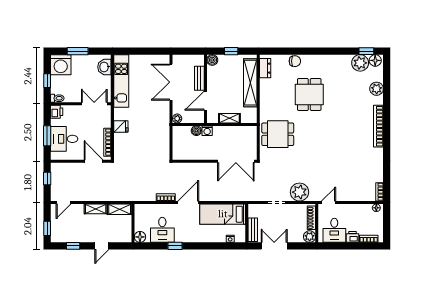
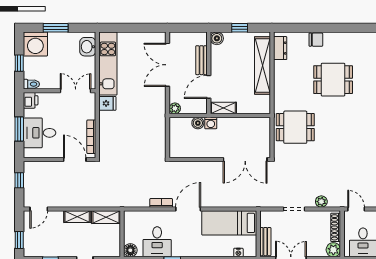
dining table: (309, 94) -> (333, 80), turned 90
shelving: (229, 118) -> (223, 108), moved
fridge: (121, 127) -> (107, 103), moved
plant: (299, 192) -> (321, 202), width x0.53, depth x0.53
door: (329, 203) -> (356, 209), hinge flipped

